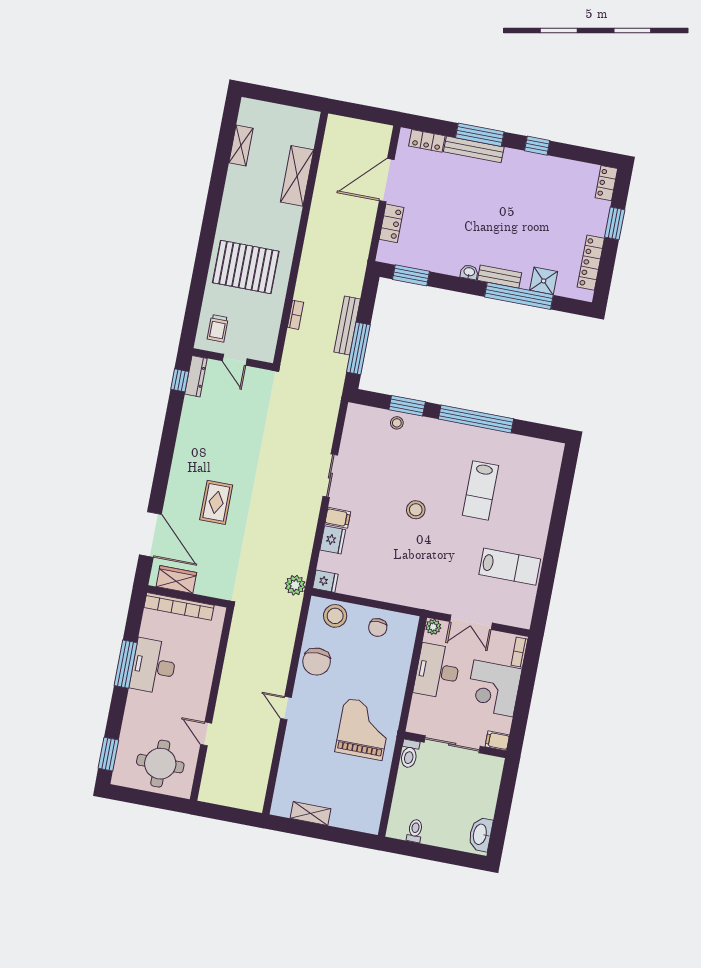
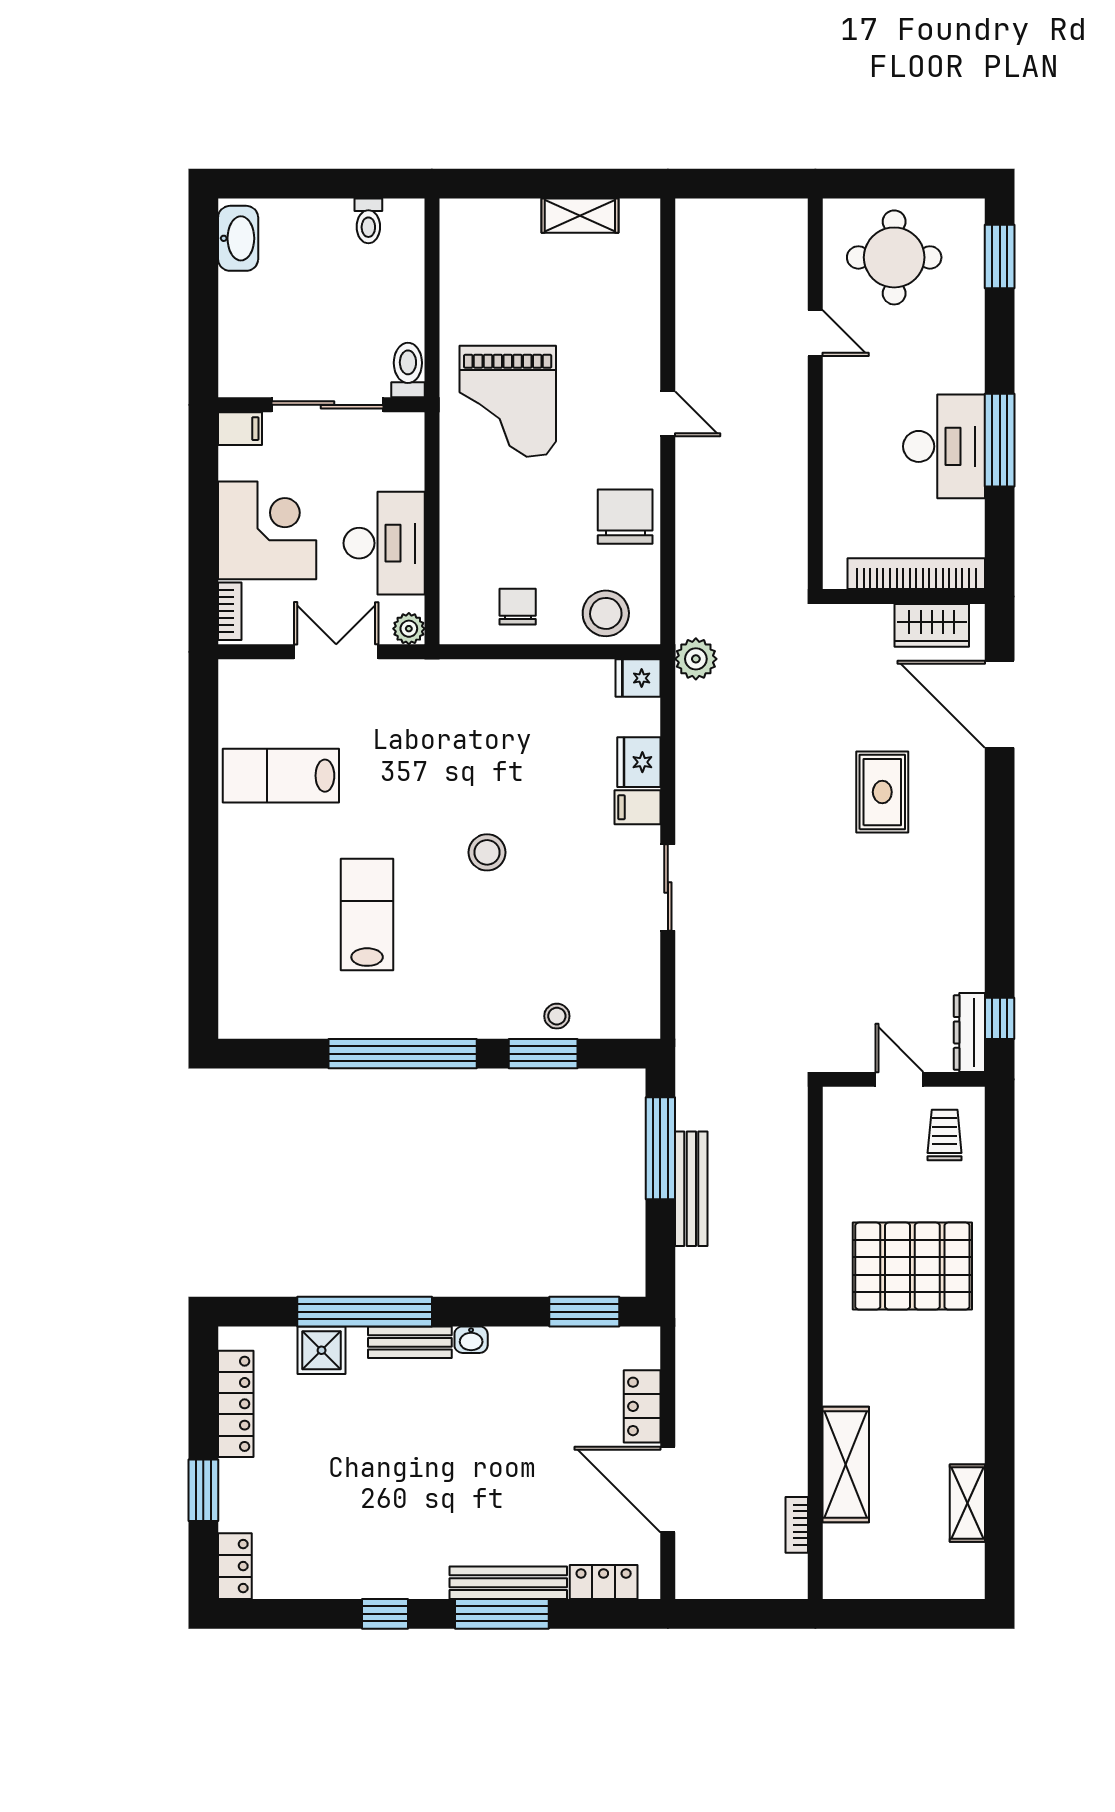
door: (387, 180) -> (668, 1489), swing flipped
bookcase: (295, 315) -> (797, 1525), moved

